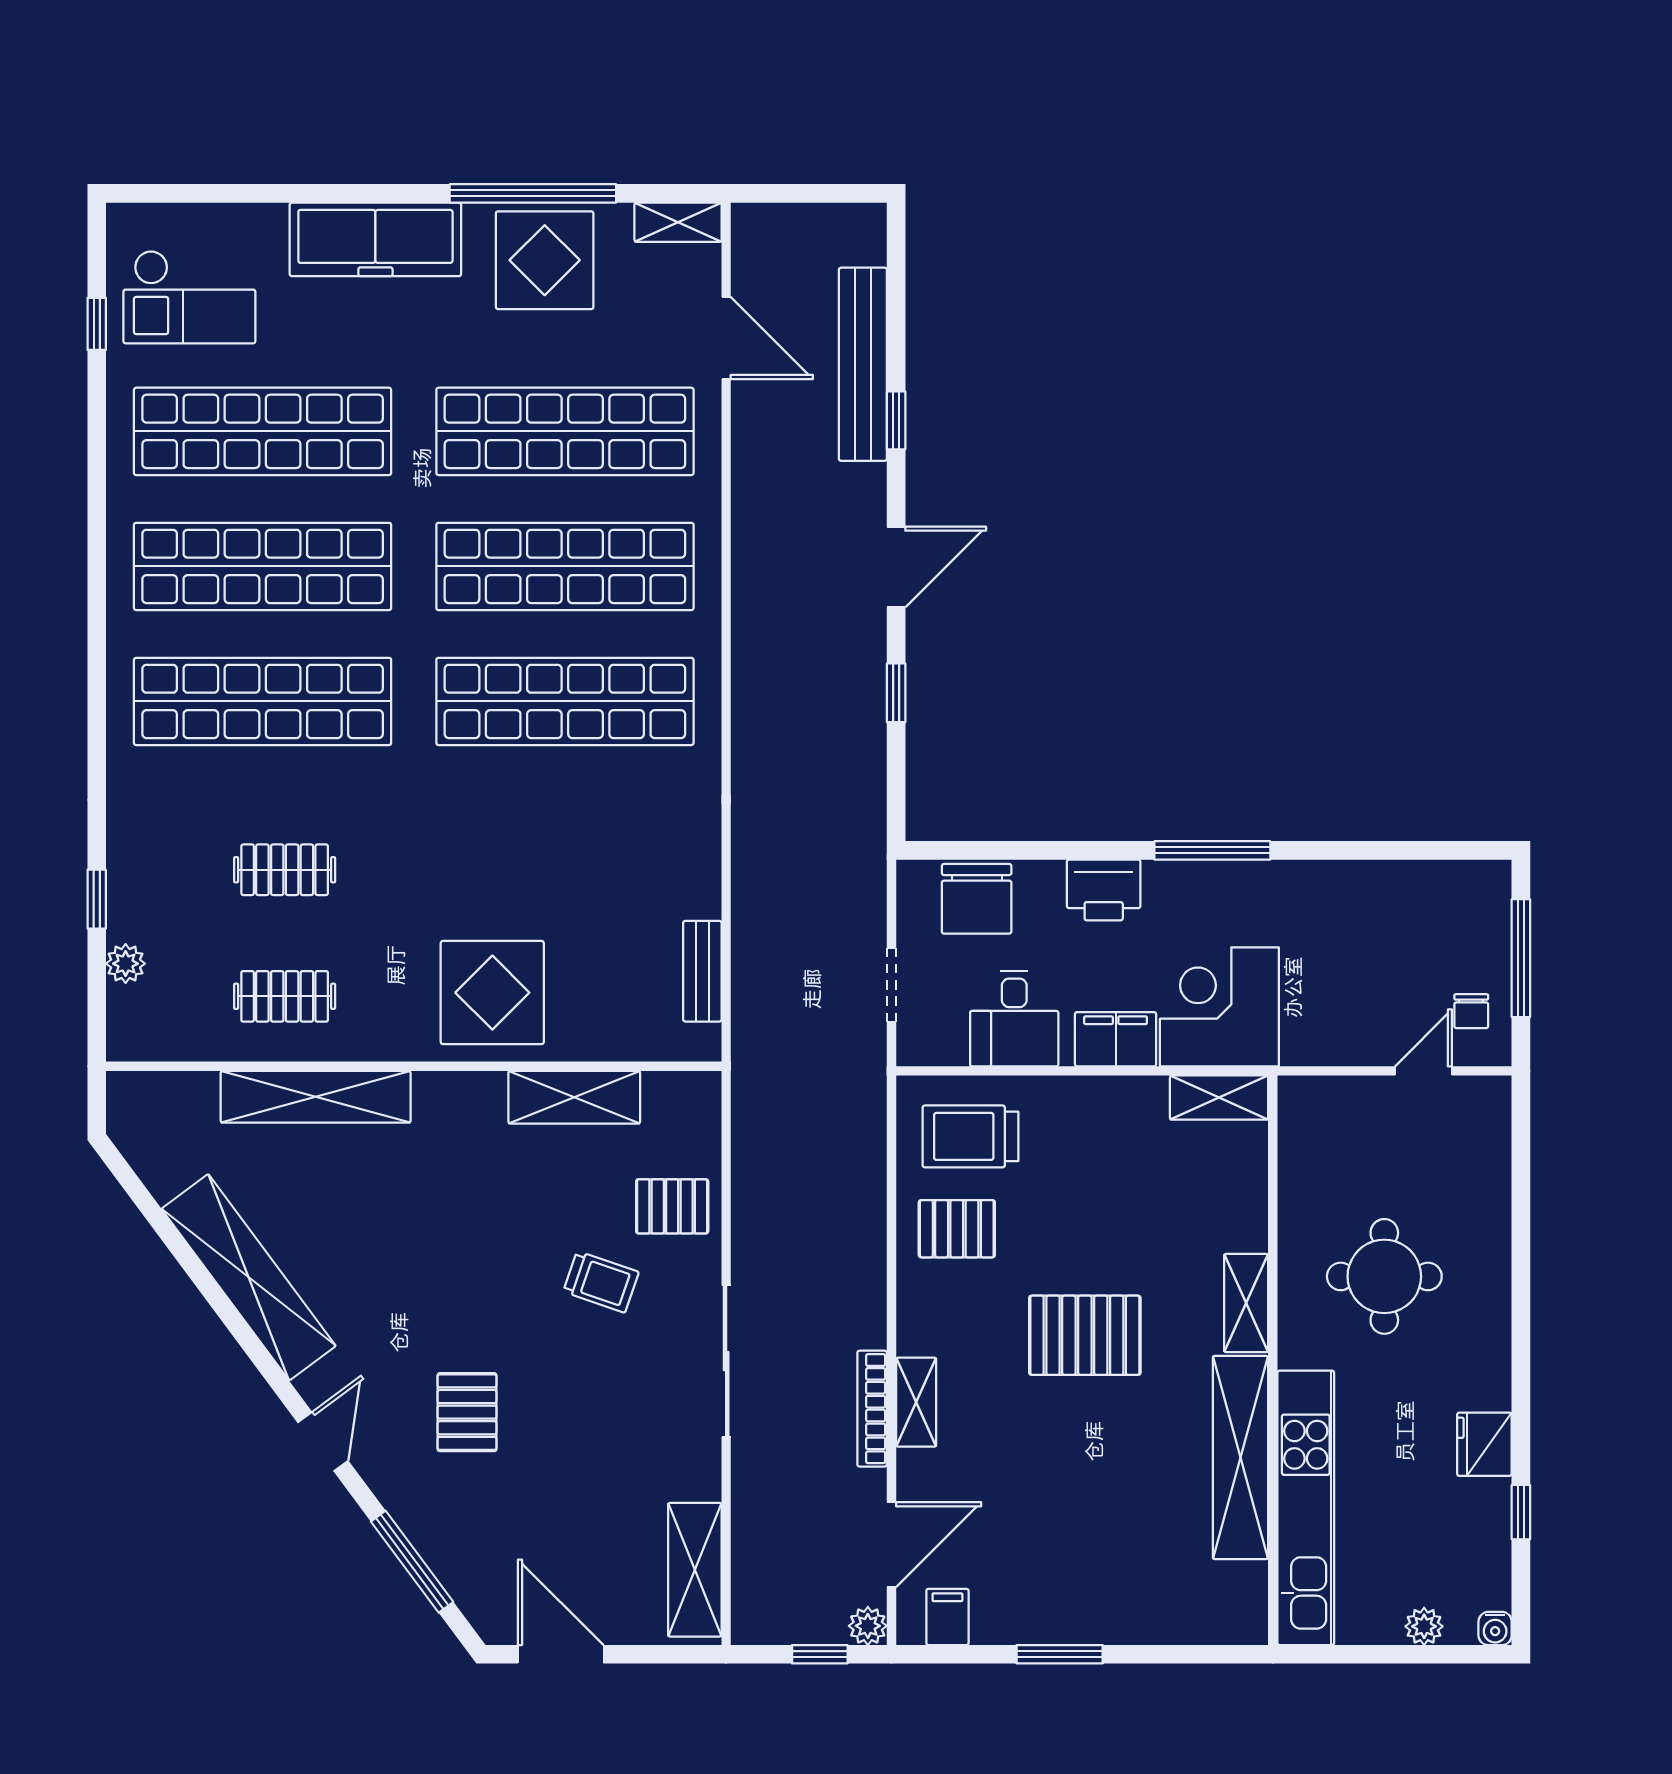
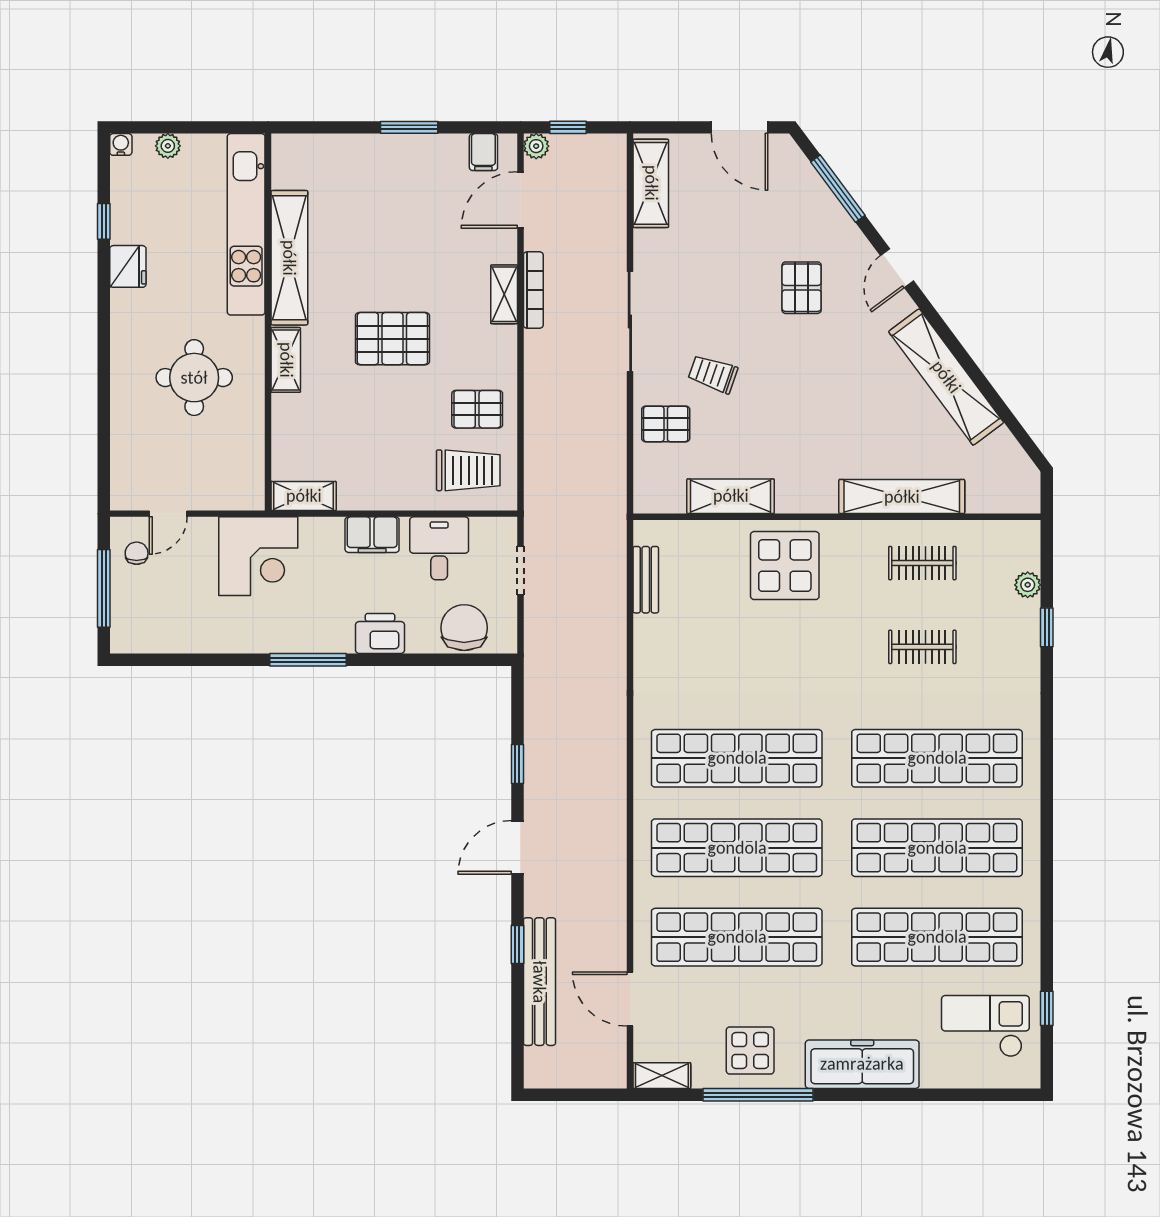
display table: (545, 260) -> (750, 1050), width x0.73, depth x0.73
corner desk: (1219, 1007) -> (258, 556), moved

